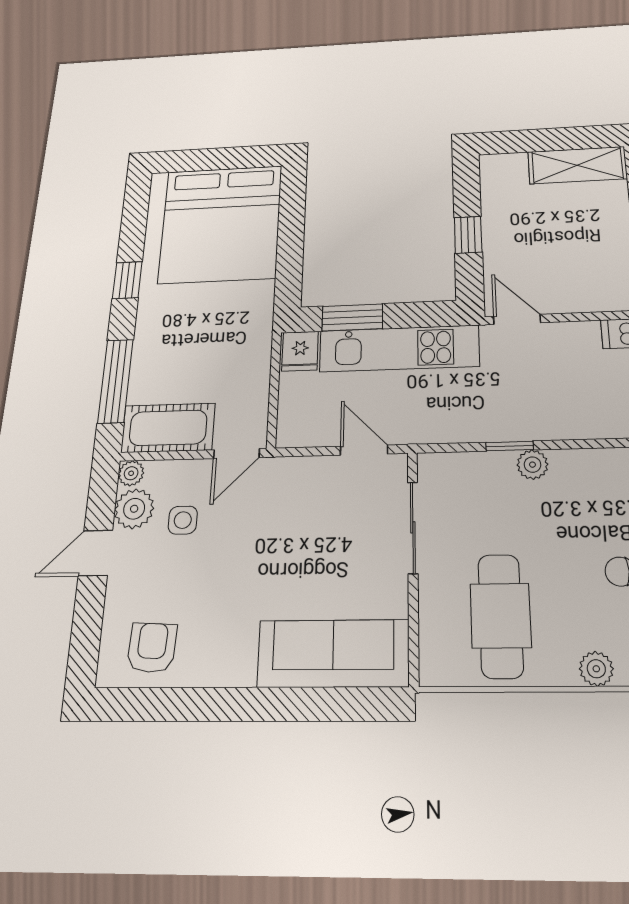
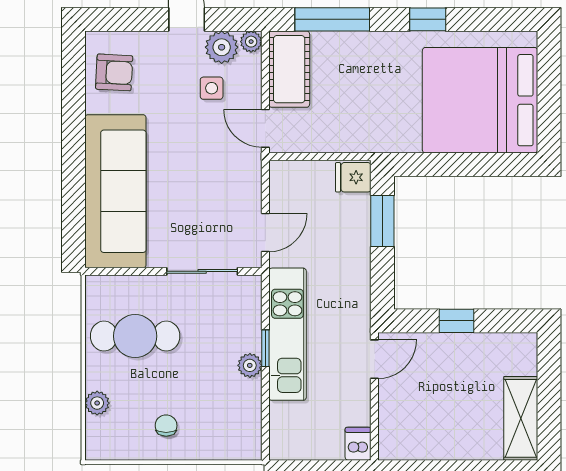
kitchen unit: (399, 349) -> (287, 334), moved, turned 180
sofa: (333, 653) -> (115, 191), width x1.36, depth x1.27

